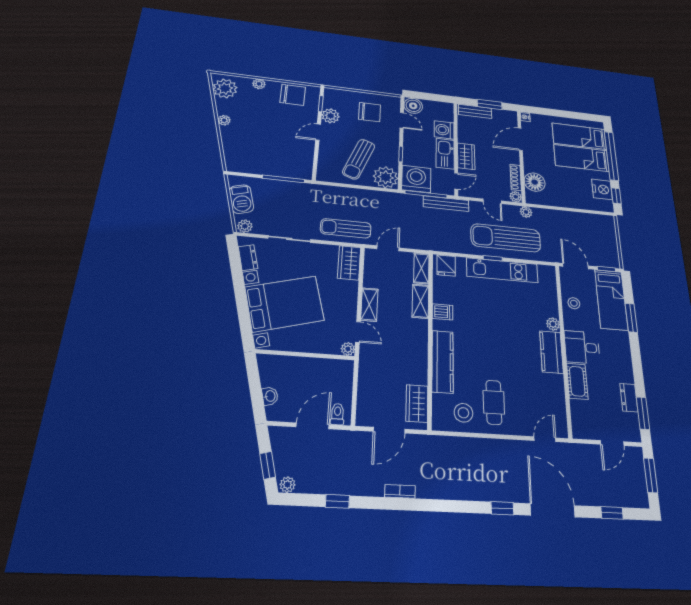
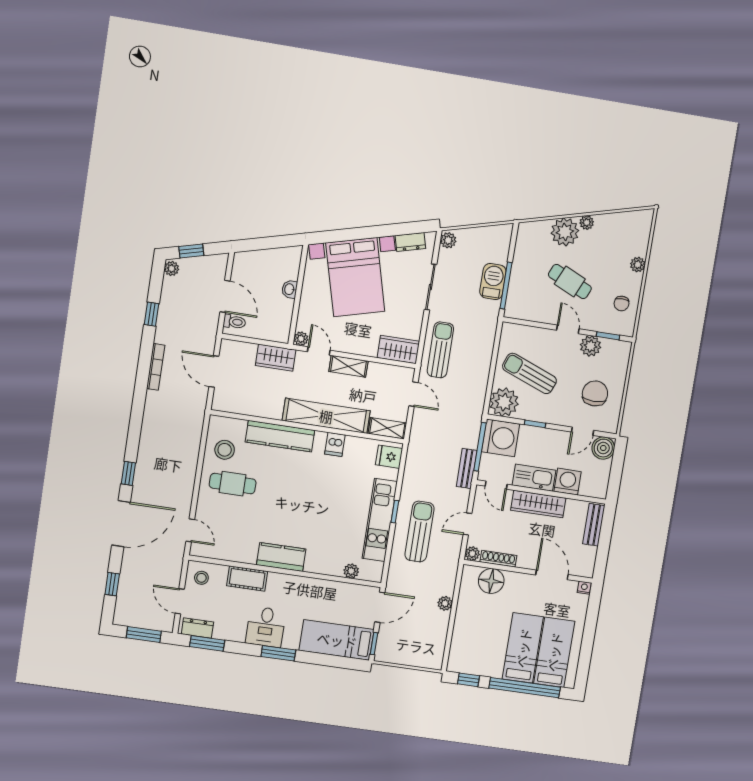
plant: (225, 88) -> (565, 232), moved
chair: (293, 95) -> (622, 303), width x0.54, depth x0.54
window: (490, 104) -> (604, 545), removed
chair: (370, 112) -> (595, 393), turned 180
cafe table: (277, 131) -> (570, 282), added
wardrobe: (466, 156) -> (538, 504), width x1.50
nightstand: (602, 189) -> (478, 664), removed
barbecue: (241, 199) -> (493, 281), moved, turned 105
bench: (446, 204) -> (467, 468), width x0.73
plant: (526, 212) -> (445, 603), moved
sun lounger: (506, 238) -> (419, 532), width x0.73, depth x0.75
shelving: (420, 301) -> (326, 416), width x2.20, depth x1.33
stool: (574, 303) -> (201, 578), moved
window: (631, 318) -> (278, 653), moved
plant: (553, 324) -> (351, 571), moved
door: (358, 332) -> (319, 351), swing flipped
desk: (582, 347) -> (266, 627), moved, turned 180
washbasin: (270, 396) -> (290, 289), moved, turned 105
dresser: (629, 398) -> (197, 628), moved
wardrobe: (417, 403) -> (276, 358), moved, turned 180
bookcase: (400, 491) -> (156, 367), width x1.56

